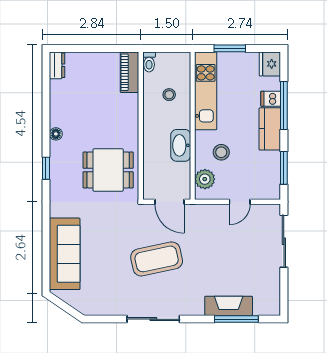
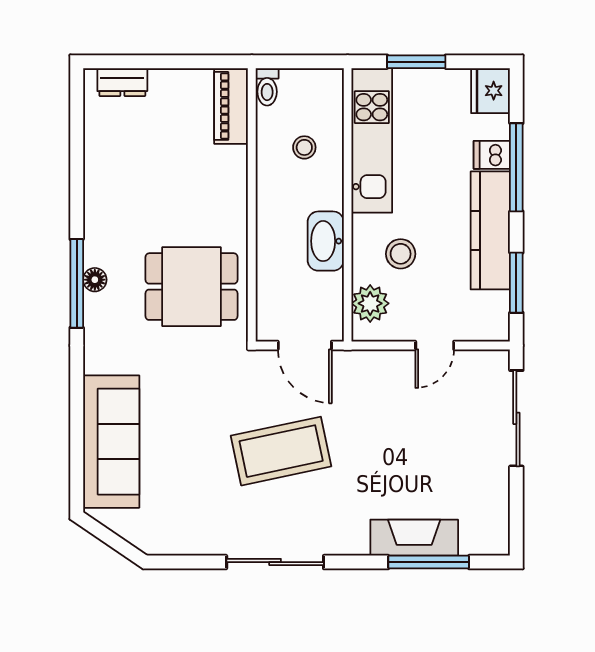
dresser: (57, 65) -> (122, 82), moved, turned 90
kitchen counter: (270, 129) -> (490, 230), width x1.50
floor lamp: (56, 134) -> (95, 280), moved
window: (46, 168) -> (77, 283), width x2.17

